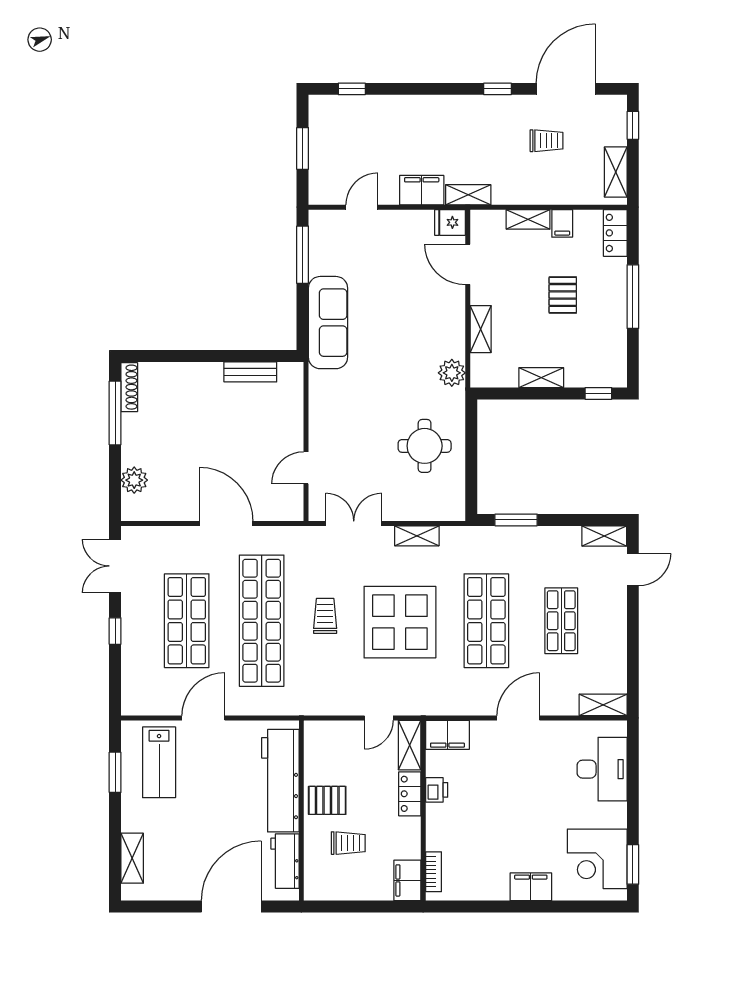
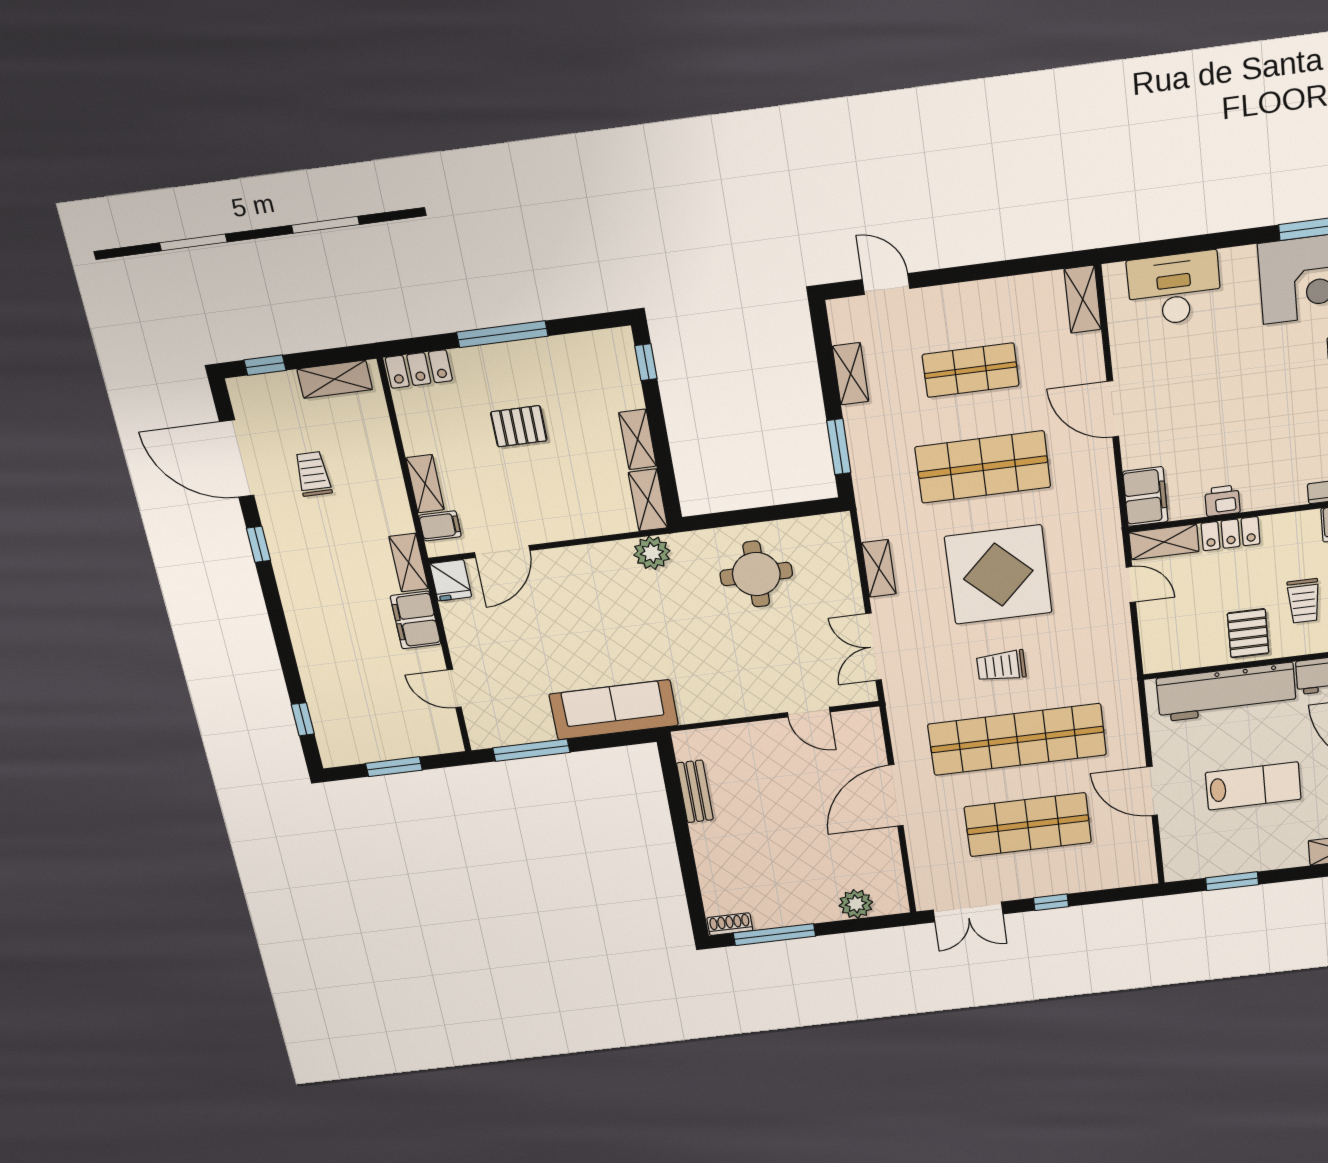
filing cabinet: (562, 223) -> (440, 526), moved
shelving: (481, 329) -> (648, 500), moved, turned 90
shoe rack: (129, 387) -> (730, 924), width x0.70
shelving: (604, 536) -> (851, 374), moved
lab bench: (159, 762) -> (1253, 786), moved
trolley: (348, 843) -> (1304, 601), turned 180

